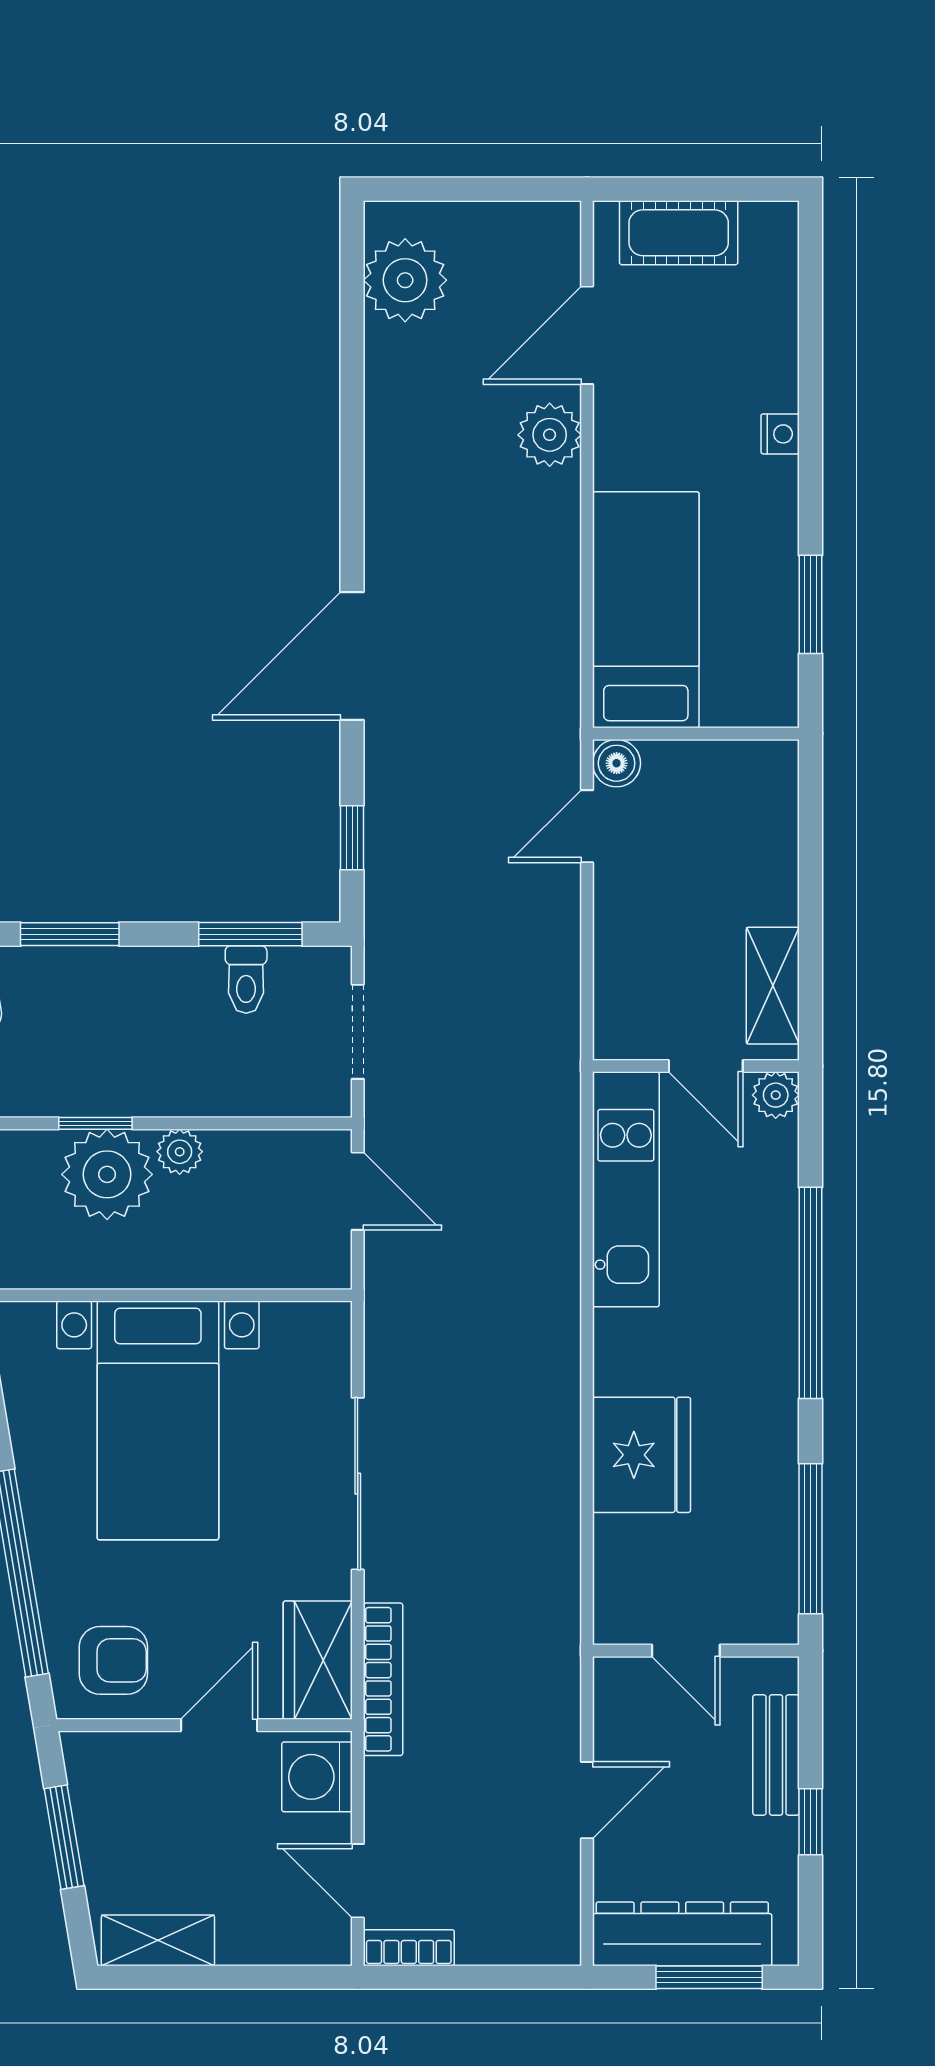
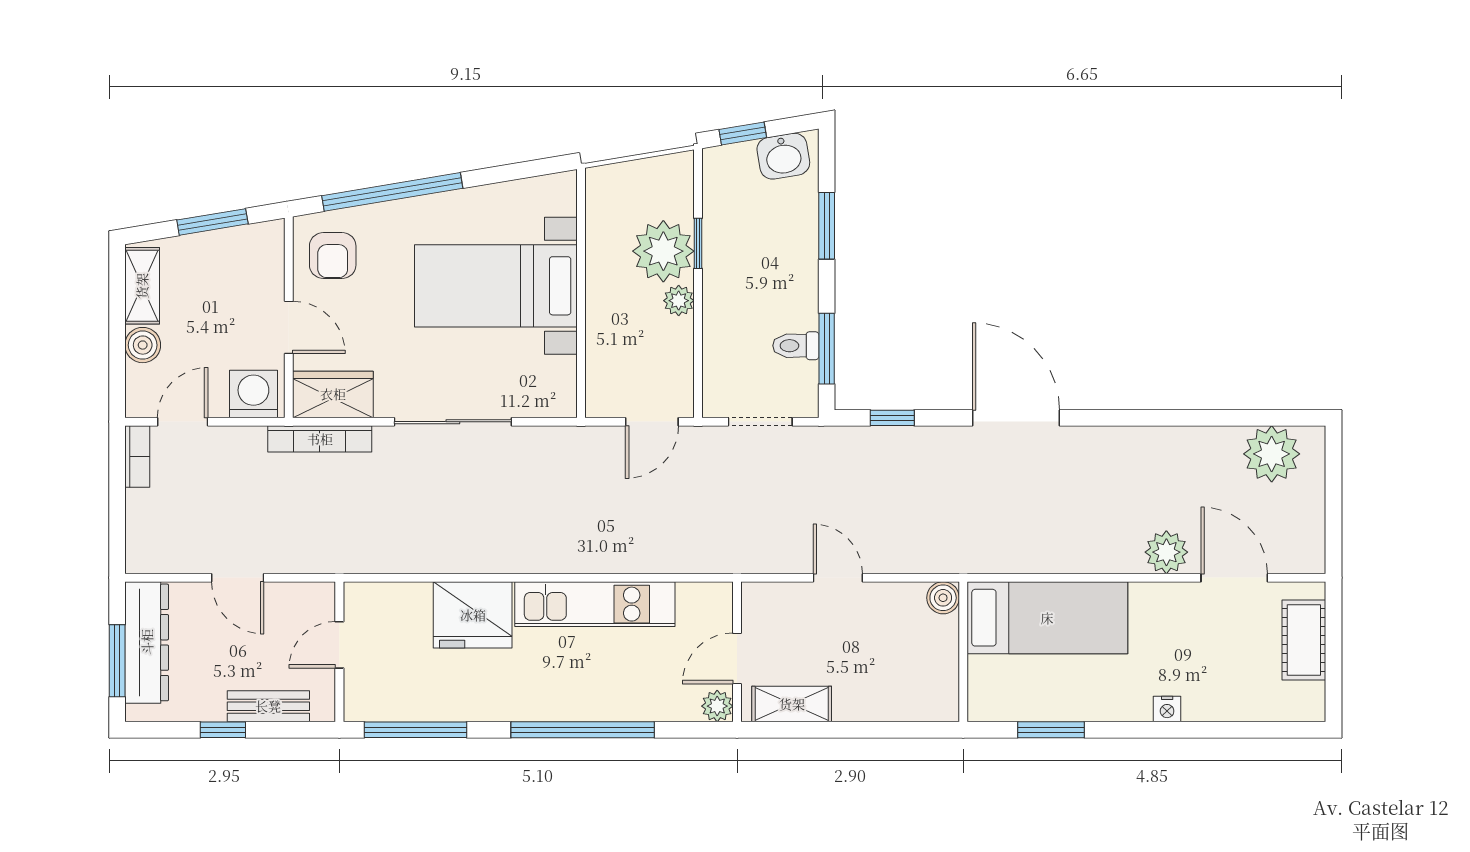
door: (587, 826) -> (838, 578), moved
kitchen unit: (626, 1189) -> (595, 604), moved
boiler: (245, 1940) -> (143, 345), added

